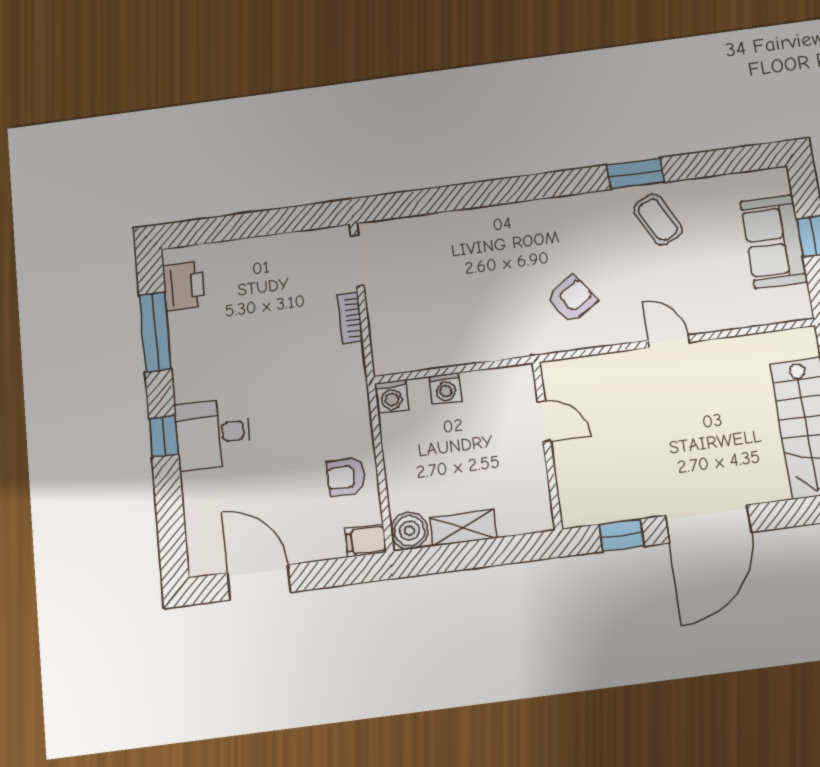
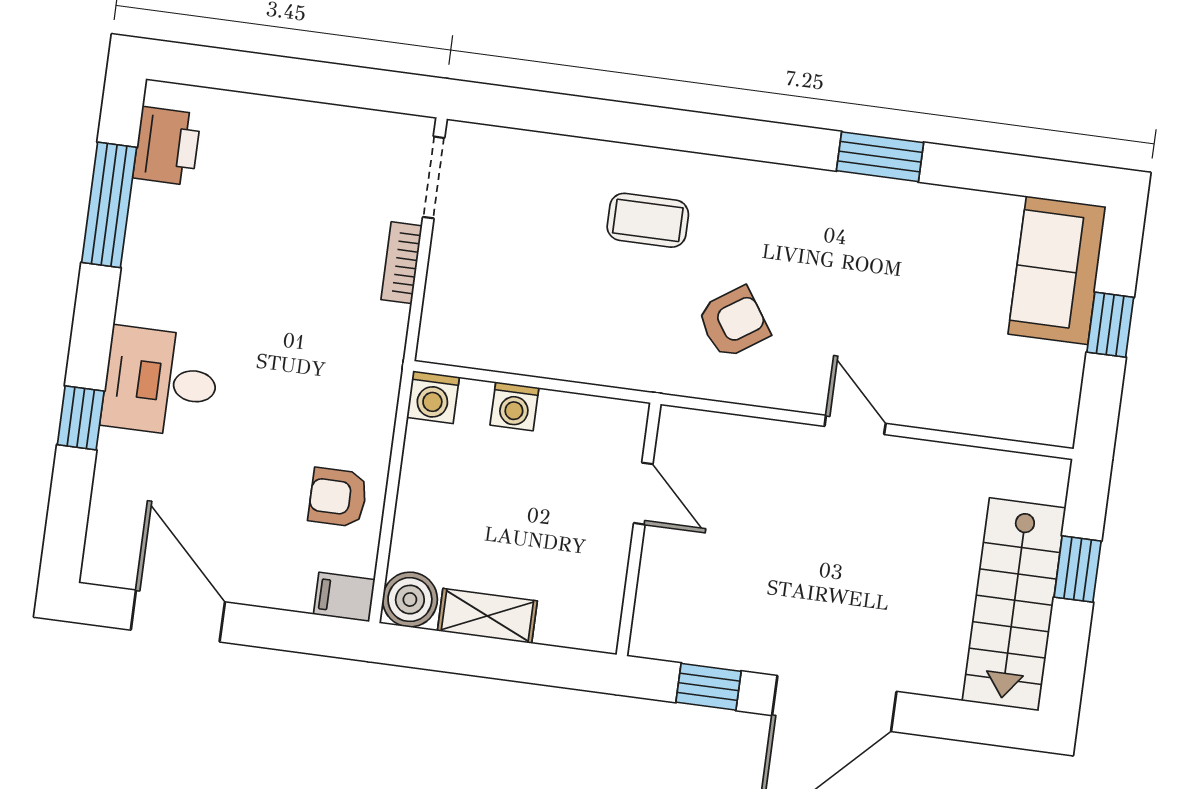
coffee table: (658, 220) -> (648, 220), moved, turned -63
sofa: (774, 242) -> (1057, 270), moved
window: (164, 436) -> (81, 418), moved

